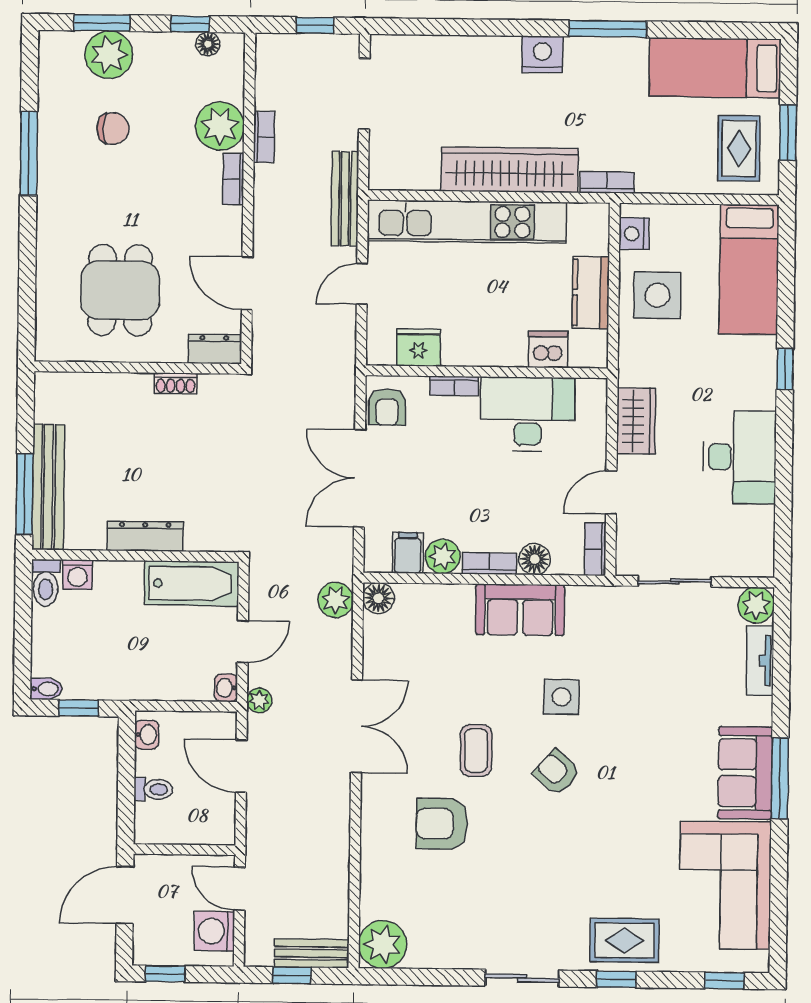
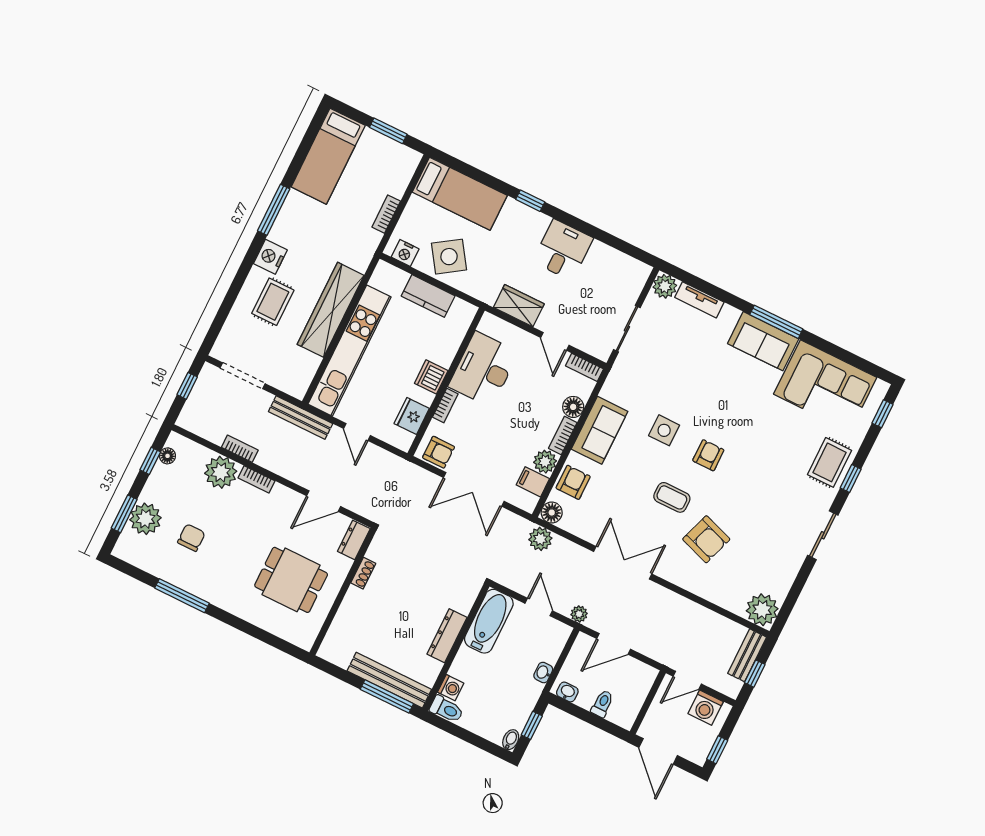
rug: (739, 148) -> (273, 302), moved, turned 90
bookcase: (607, 182) -> (386, 214), moved
side table: (657, 295) -> (449, 257), turned -34
dishwasher: (548, 349) -> (431, 377), moved
desk: (739, 457) -> (563, 250), width x0.73
armchair: (433, 608) -> (573, 482), added
washbasin: (226, 688) -> (543, 673), moved, turned 90
armchair: (556, 772) -> (708, 455), turned 138
armchair: (442, 824) -> (706, 539), turned -71

